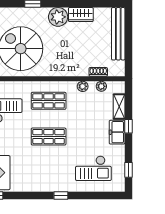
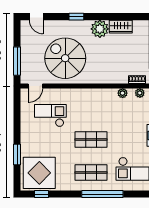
shop shelf: (49, 101) -> (91, 172), moved
window: (61, 196) -> (102, 194), width x3.17

